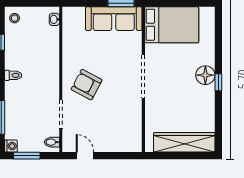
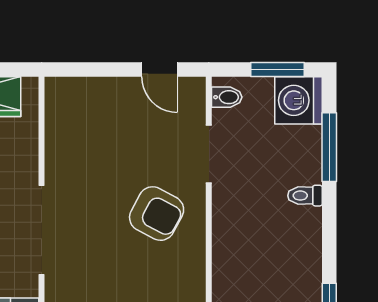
toilet: (13, 75) -> (305, 196), moved
washing machine: (11, 146) -> (298, 100), width x1.89, depth x1.89

